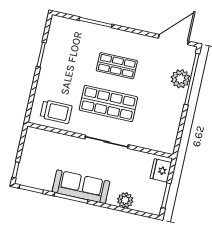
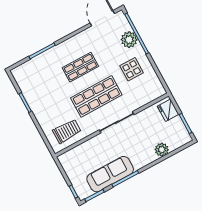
display table: (160, 107) -> (132, 69), added
sofa: (81, 187) -> (110, 174), moved

